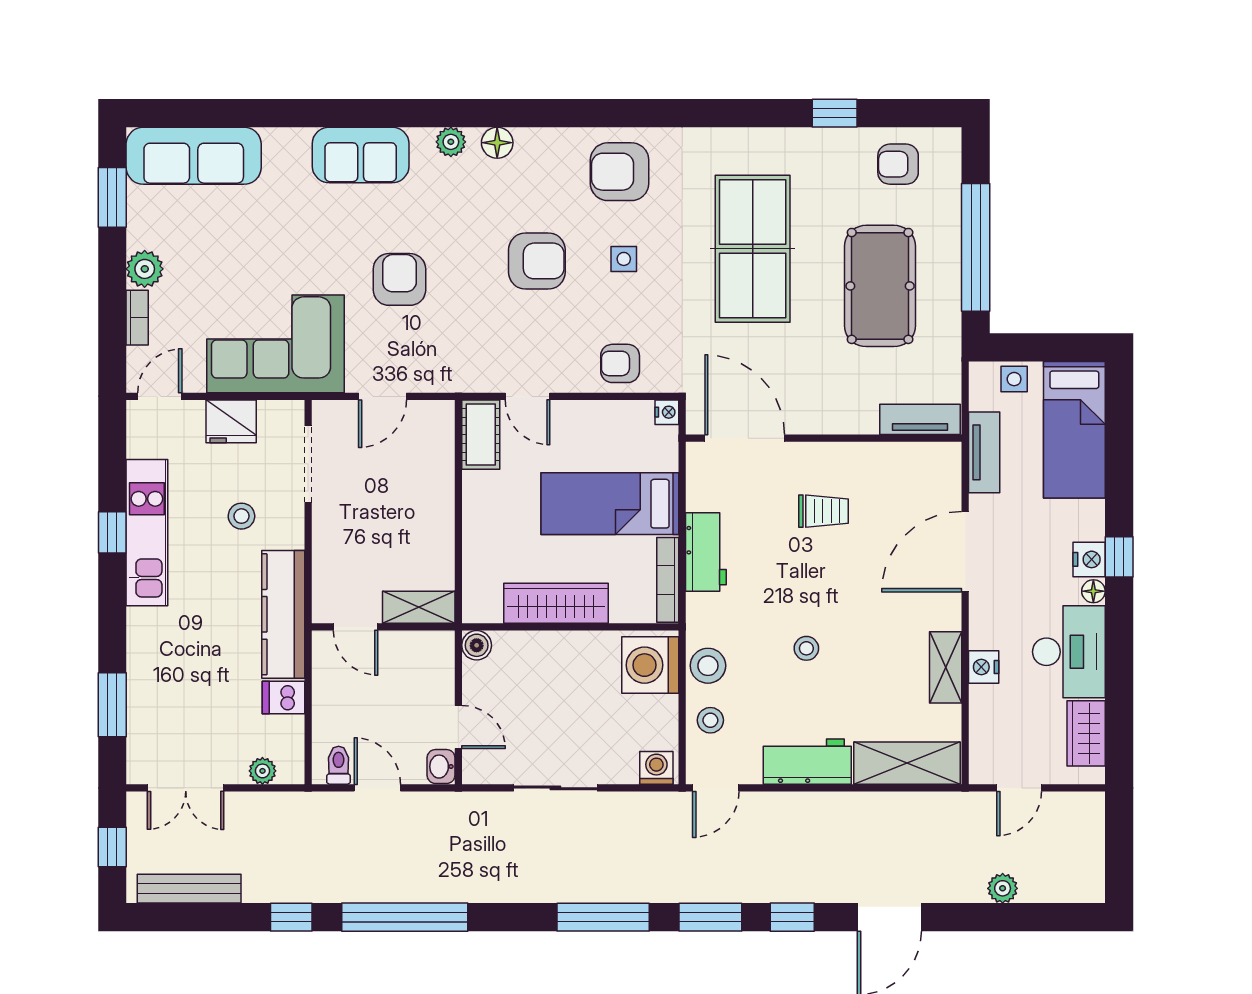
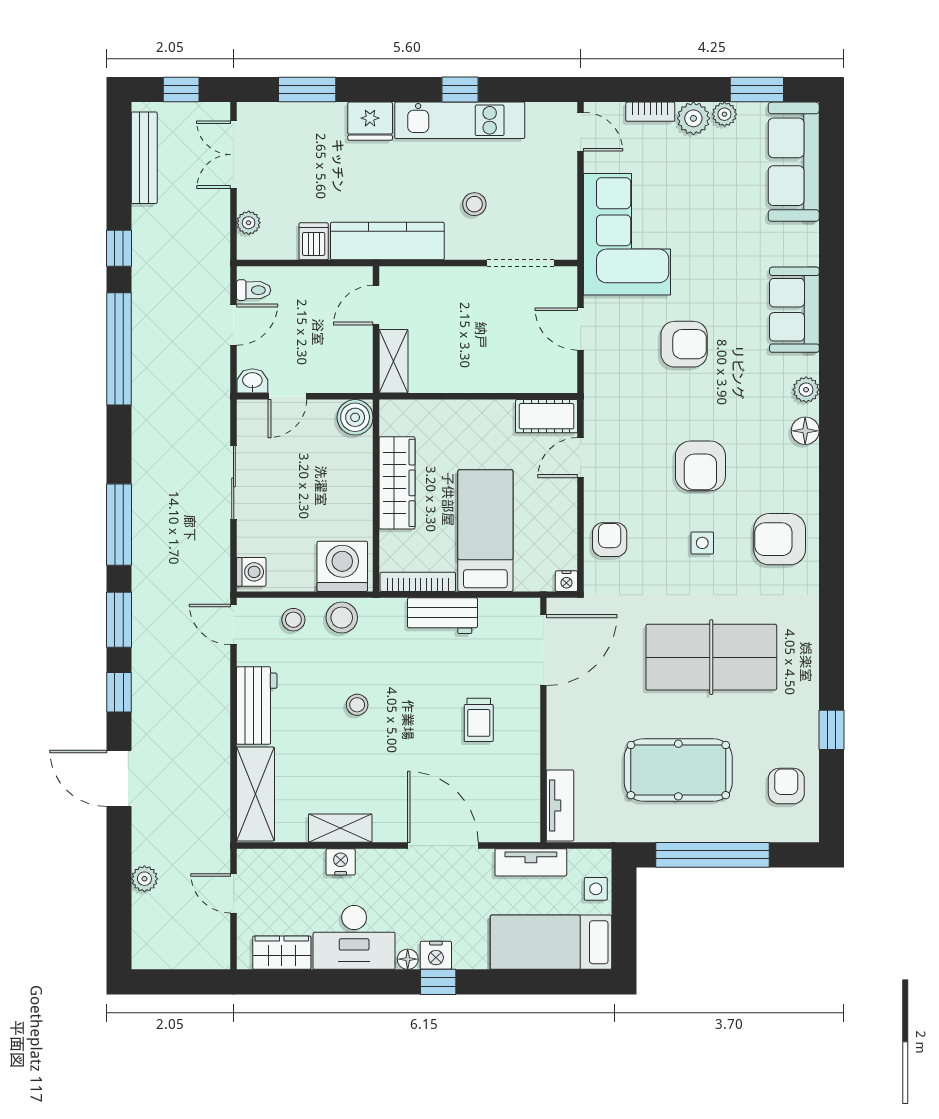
armchair: (620, 172) -> (780, 539), turned -90
plant: (140, 234) -> (724, 114), added
fridge: (231, 421) -> (370, 121), moved, turned -90
boiler: (477, 645) -> (355, 417), width x1.36, depth x1.36

